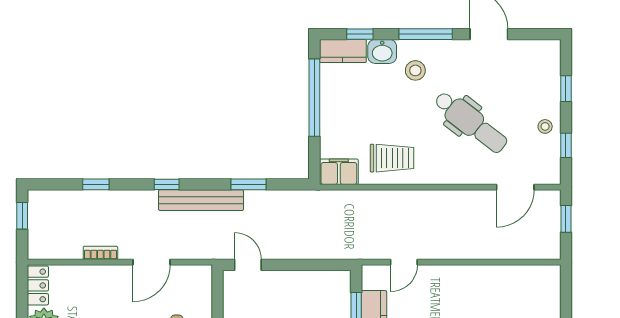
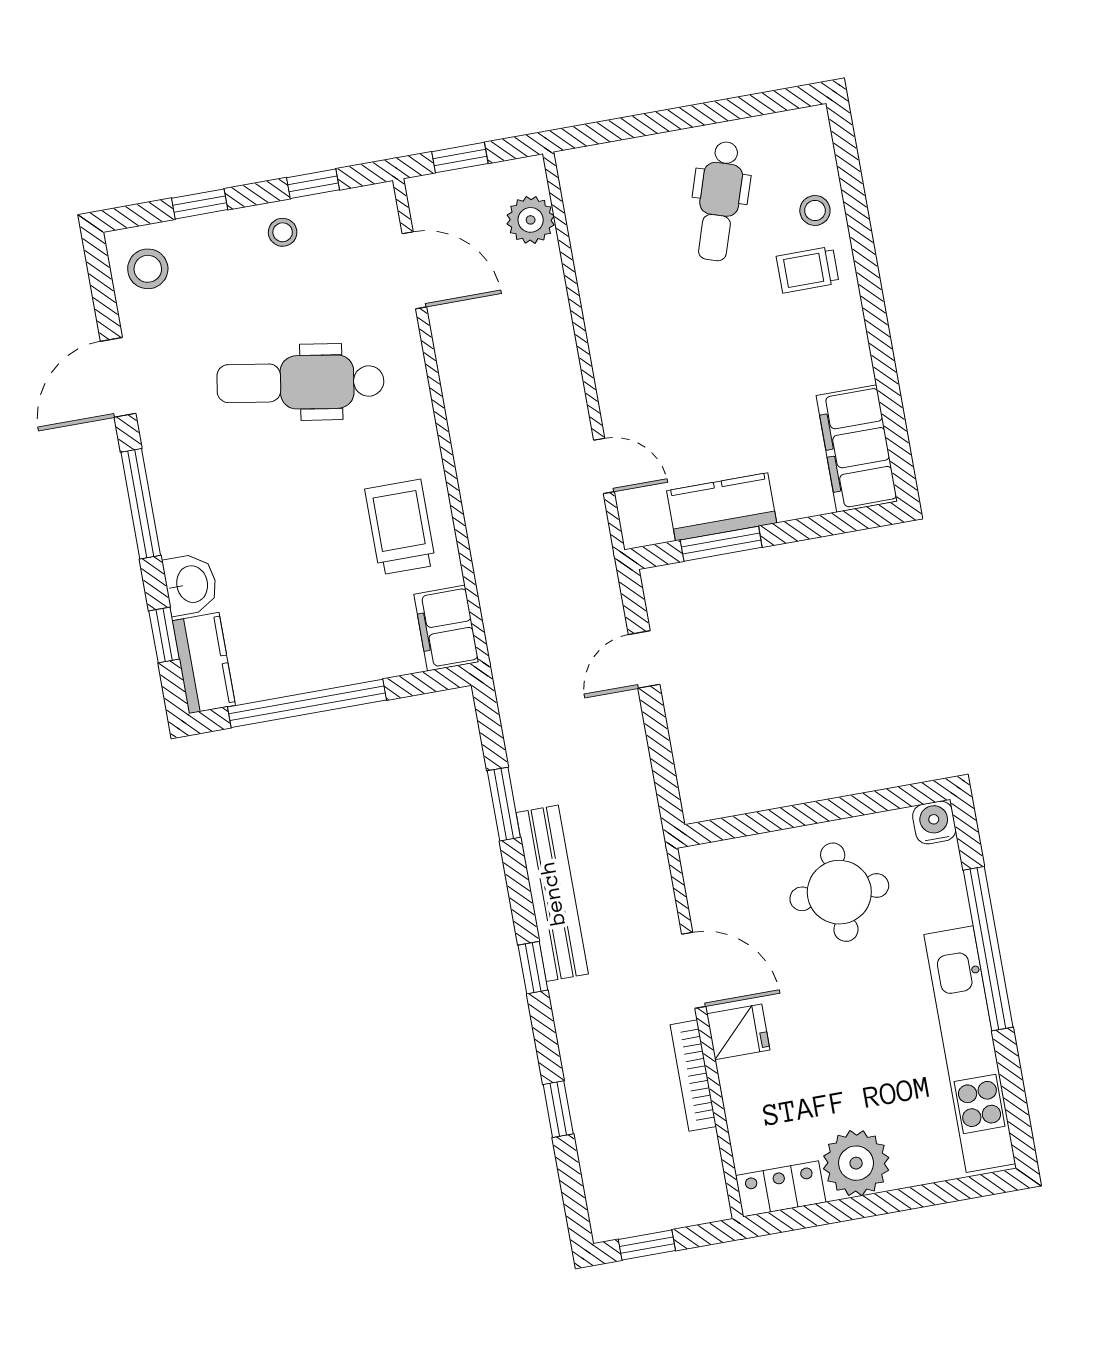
stool: (415, 70) -> (148, 269), moved
dental chair: (471, 122) -> (300, 382), turned -119
plant: (530, 248) -> (531, 220), added
bookcase: (100, 253) -> (693, 1076), width x1.56
door: (248, 265) -> (644, 659), moved
fridge: (118, 278) -> (738, 1032), added

